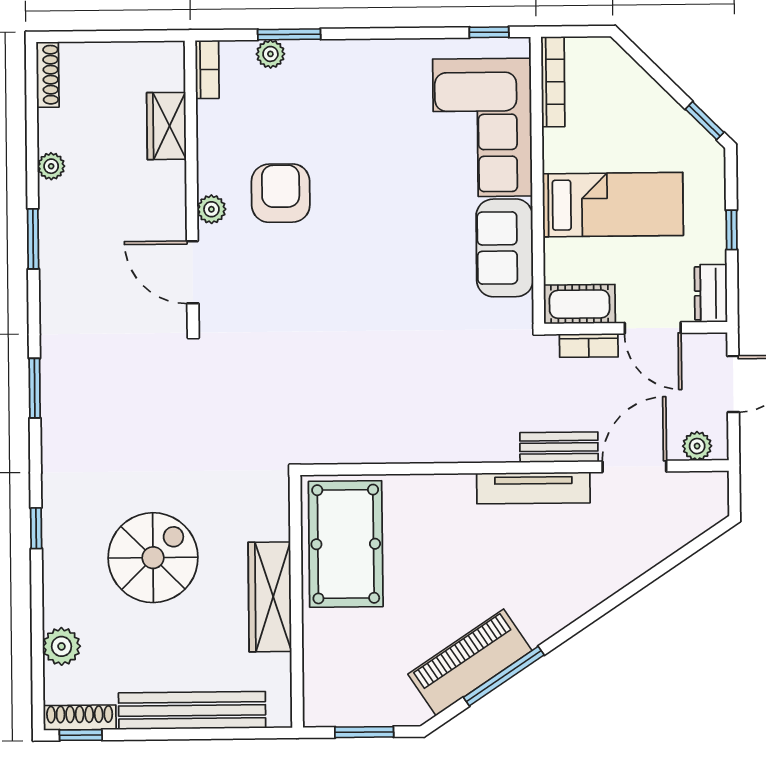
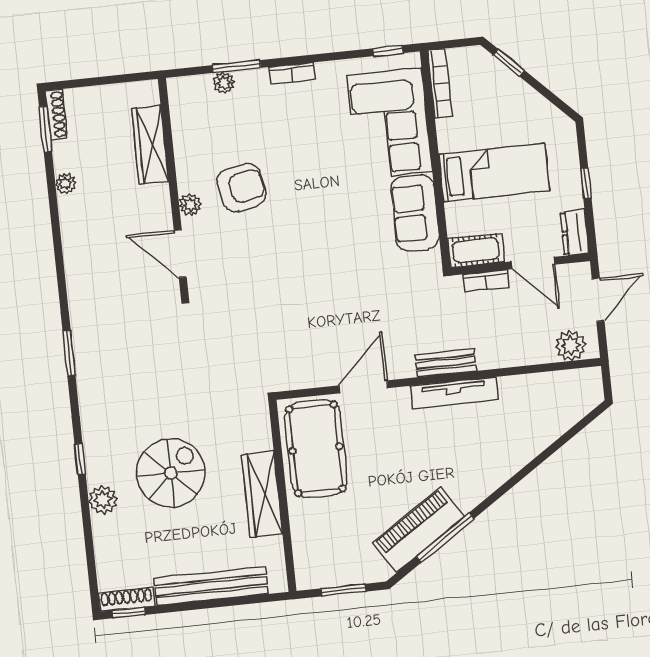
bookcase: (207, 69) -> (292, 74), moved, turned 90
window: (705, 121) -> (509, 63), moved
wardrobe: (166, 126) -> (150, 145), width x1.50
armchair: (281, 193) -> (241, 188), turned 79
window: (33, 239) -> (45, 129), moved
plant: (697, 446) -> (571, 346), width x1.38, depth x1.38
bench: (559, 447) -> (446, 363), moved
door: (634, 466) -> (363, 387), moved
plant: (61, 646) -> (103, 500), moved

